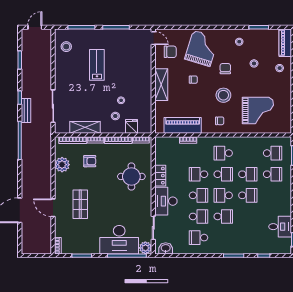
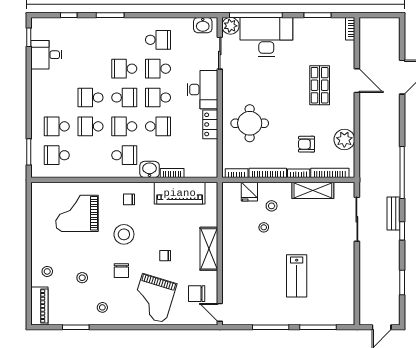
stool: (66, 47) -> (339, 301), removed
washbasin: (205, 143) -> (150, 169), added

